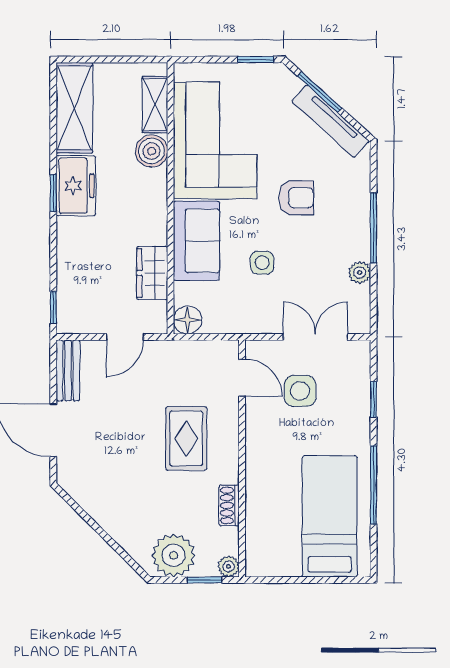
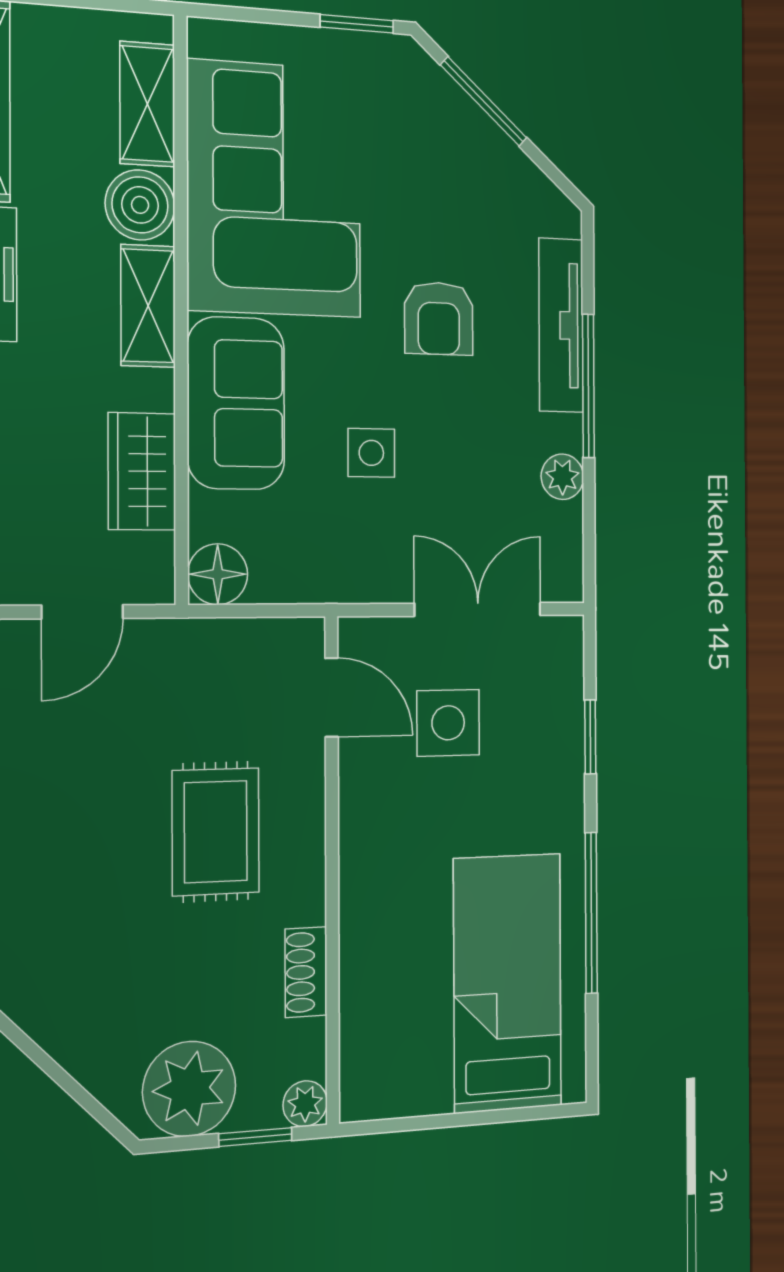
tv unit: (331, 121) -> (561, 325), moved, turned 48
shelving: (155, 197) -> (148, 306), added
armchair: (296, 198) -> (439, 319), turned 90

